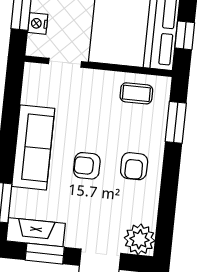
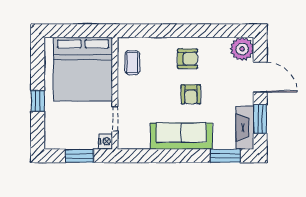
nightstand: (38, 23) -> (105, 141), moved, turned -90
window: (185, 35) -> (85, 31), removed
window: (176, 122) -> (151, 31), removed

